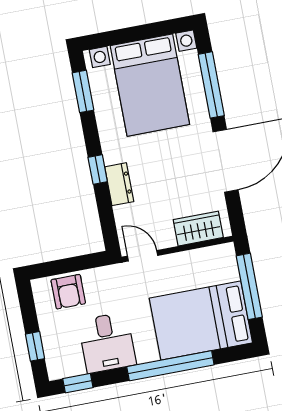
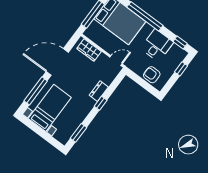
bed with nightstands: (150, 85) -> (50, 108), width x0.73
door: (143, 256) -> (116, 61), swing flipped
armchair: (68, 292) -> (152, 75), turned -90

